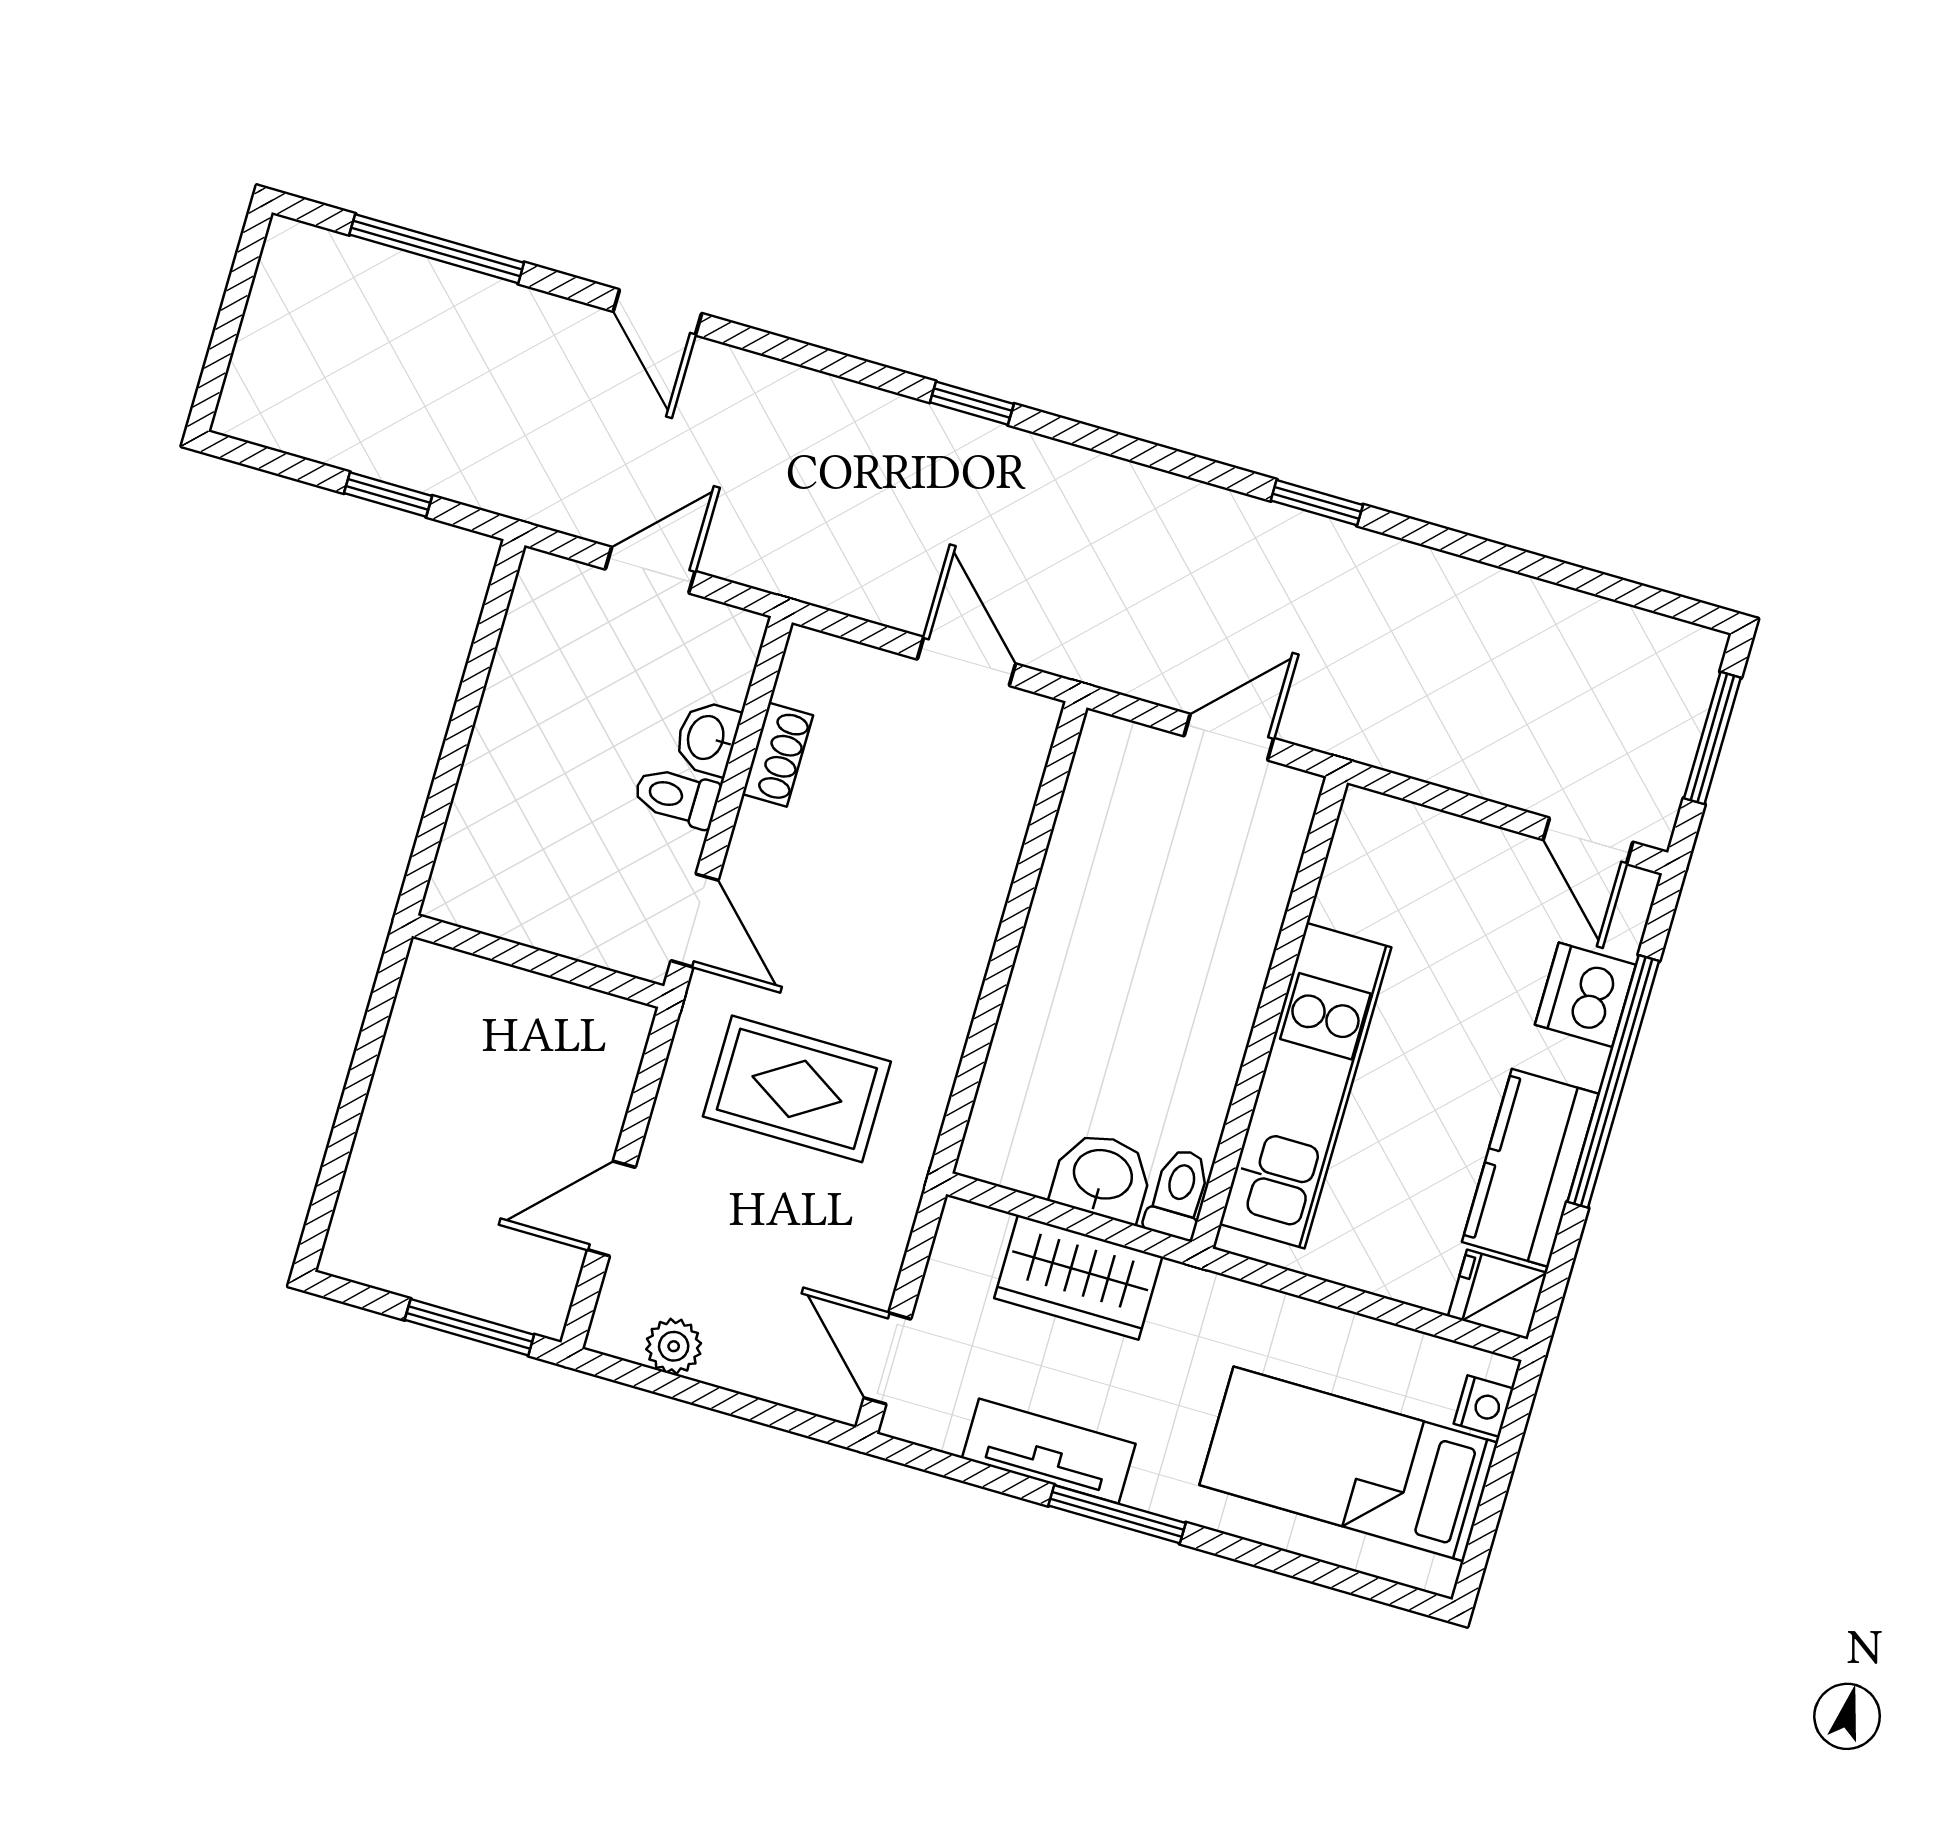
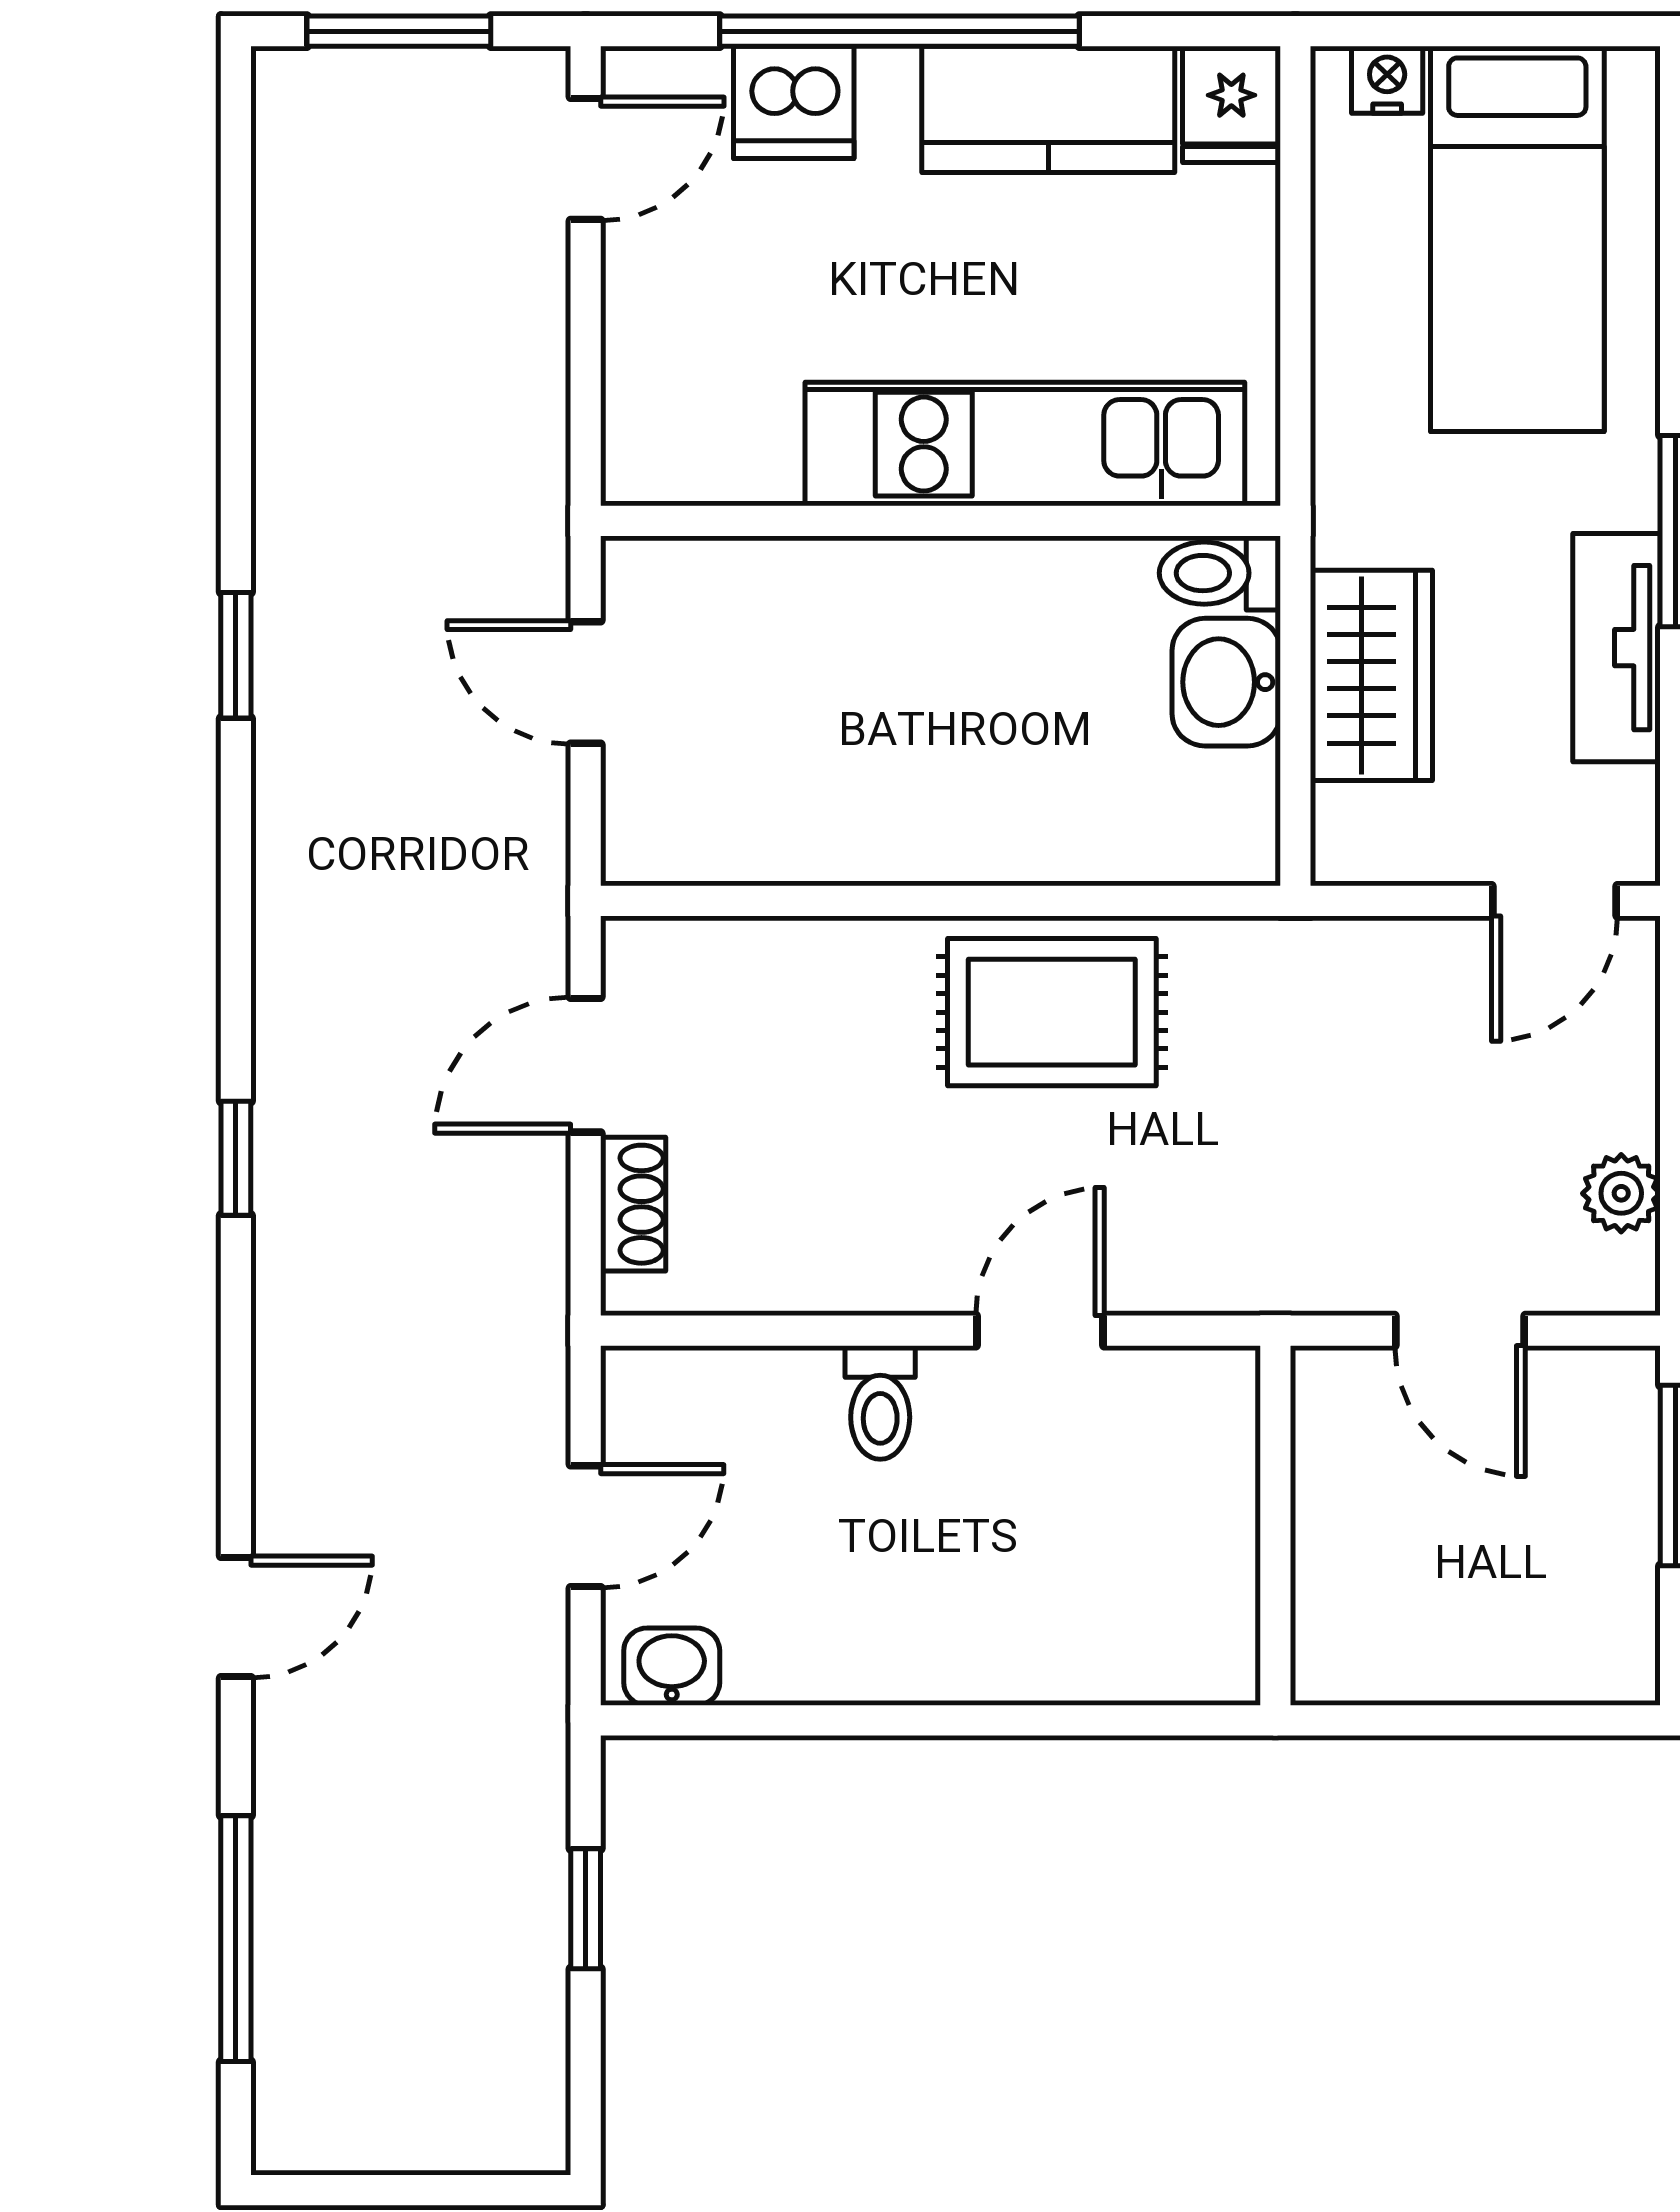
door: (650, 570) -> (586, 1526), swing flipped
washbasin: (707, 738) -> (672, 1667), moved, turned 180
shoe rack: (778, 755) -> (633, 1204), moved, turned 90
wall: (538, 961) -> (1275, 1525), moved
rug: (797, 1089) -> (1052, 1012), moved, turned 90

